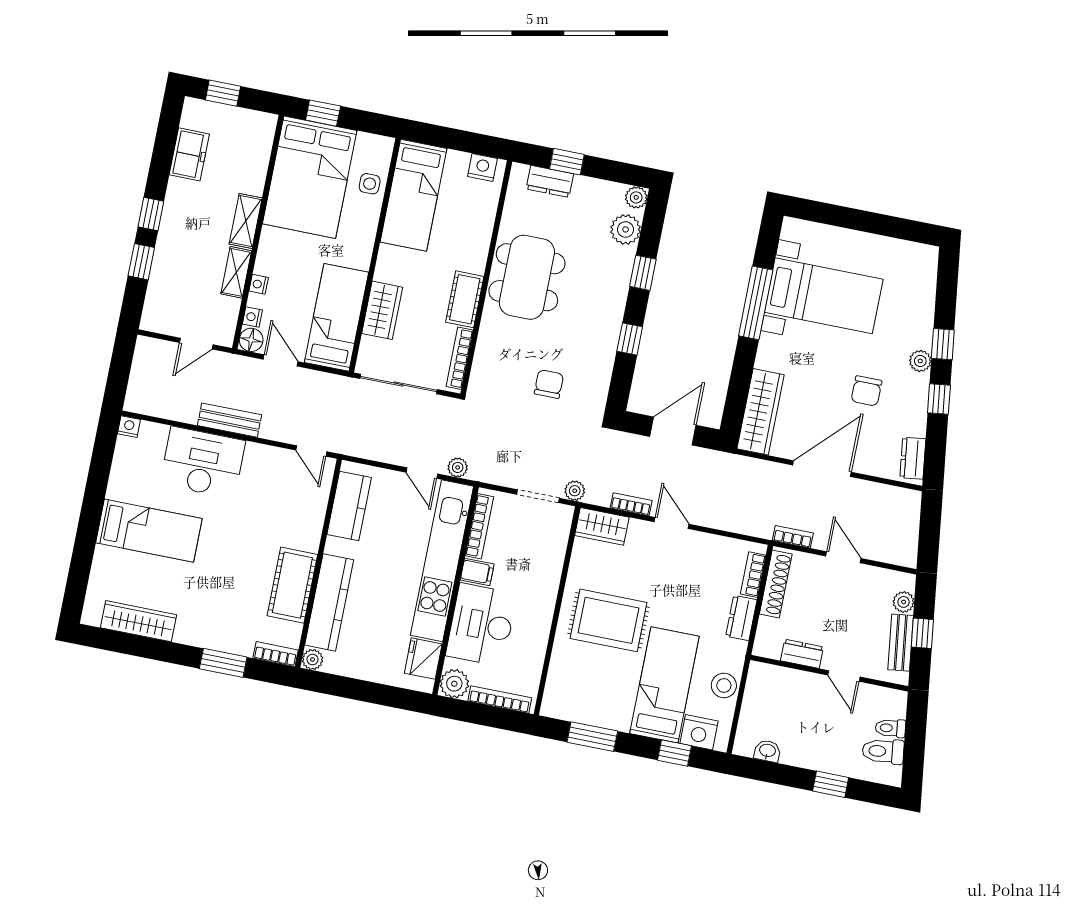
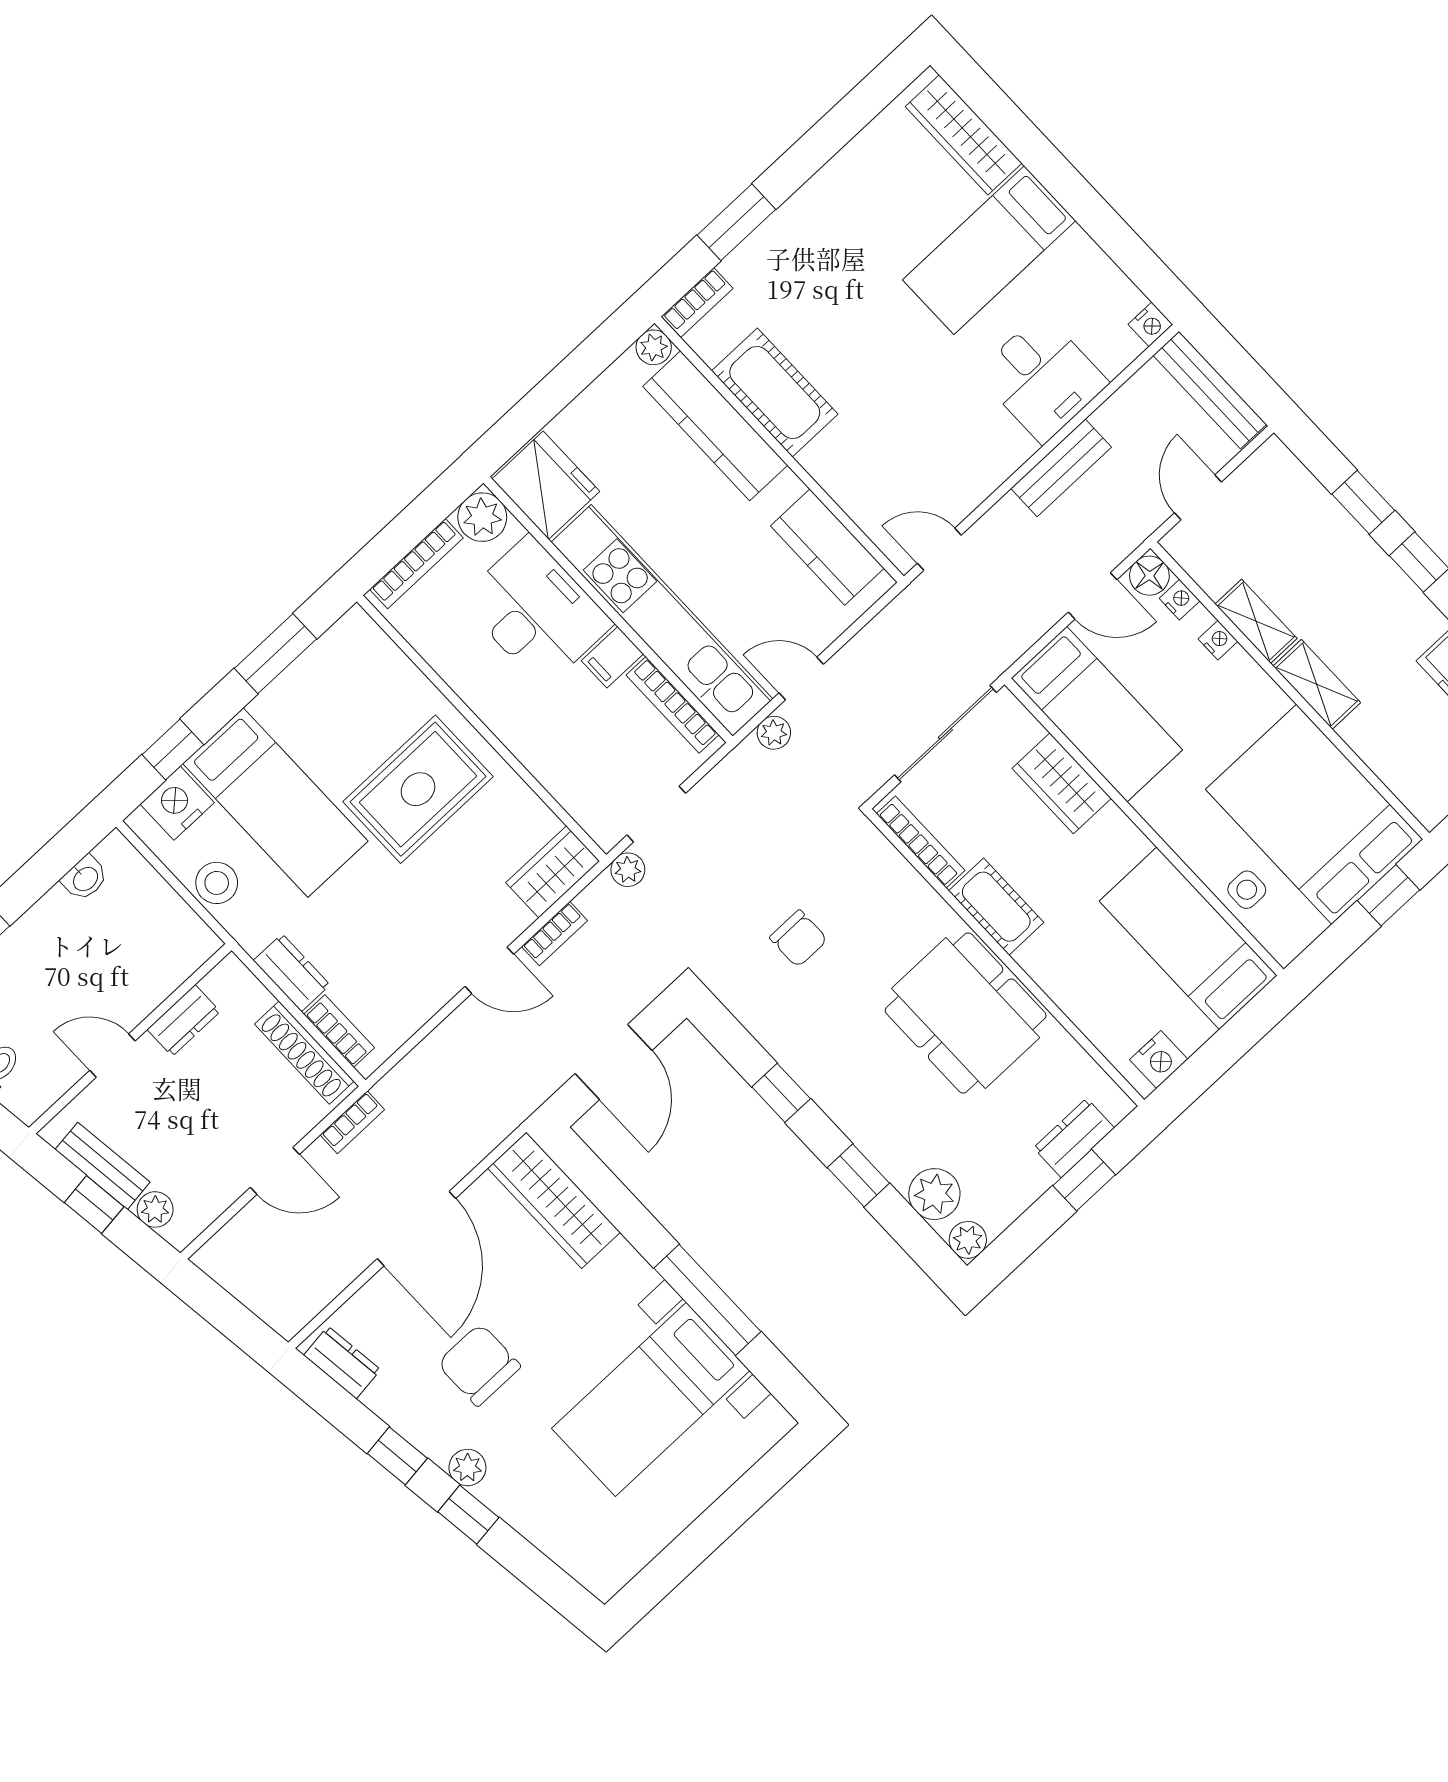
bench: (140, 375) -> (1210, 390), added
chair: (866, 391) -> (479, 1365), width x1.37, depth x1.37
desk: (203, 462) -> (1042, 378), width x0.73
wardrobe: (139, 621) -> (964, 135), moved, turned 90
fridge: (423, 659) -> (546, 485), width x1.36, depth x1.34

